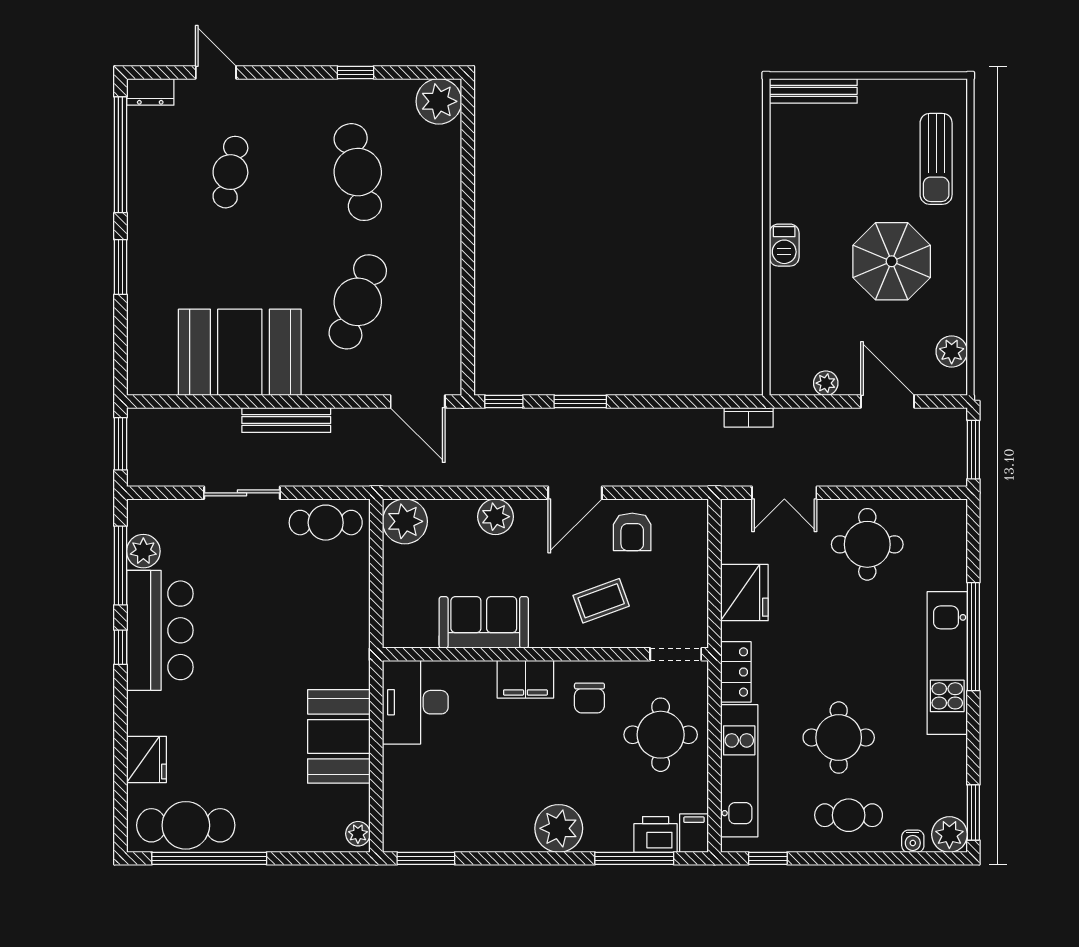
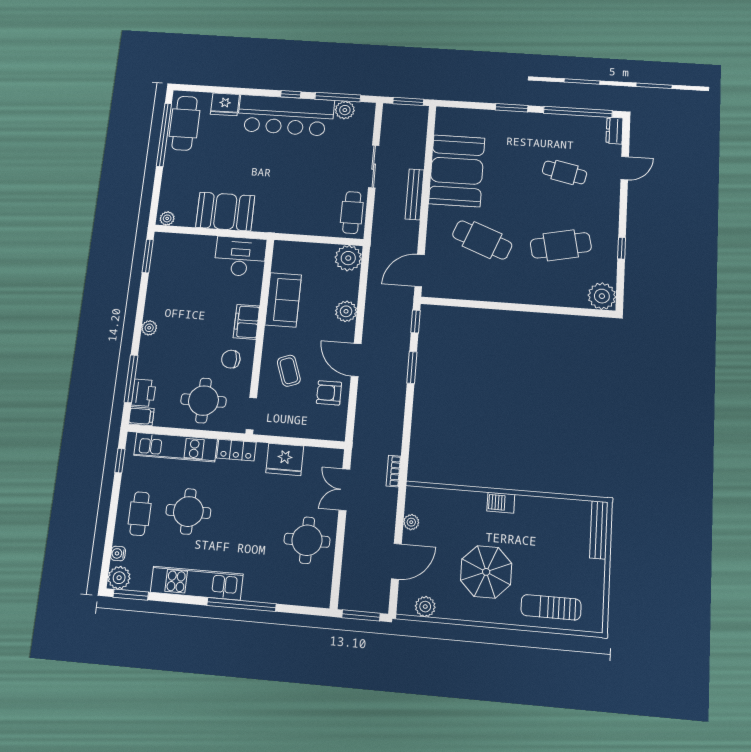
bar counter: (160, 630) -> (286, 115), width x1.36
kitchen unit: (947, 663) -> (197, 583), moved
plant: (559, 828) -> (149, 328), width x0.53, depth x0.53

